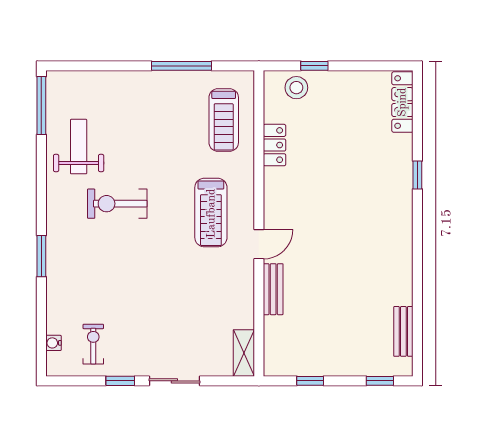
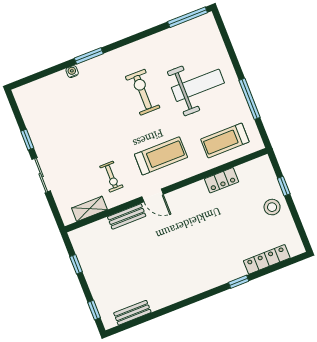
stool: (296, 88) -> (272, 207), moved
locker: (402, 102) -> (267, 259), moved
weight bench: (79, 147) -> (198, 85), moved, width x1.36, depth x1.33
treadmill: (211, 213) -> (161, 156), turned 180
water cooler: (54, 343) -> (72, 72), moved
exercise bike: (93, 344) -> (111, 177), moved, turned 90
shelving: (244, 353) -> (89, 209), moved

